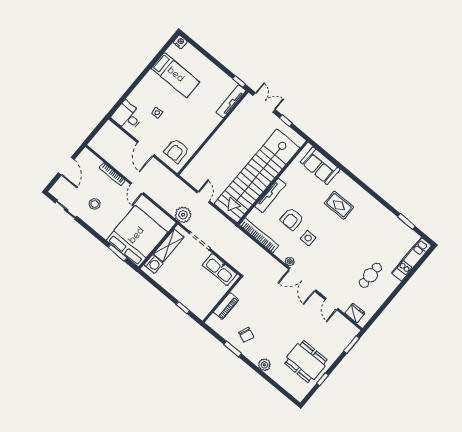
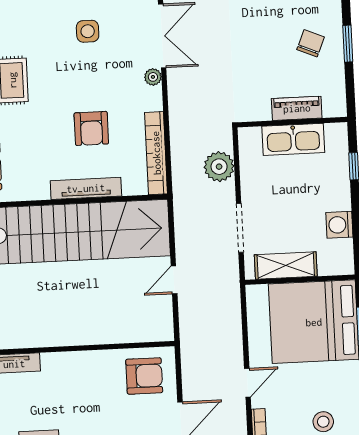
plant: (183, 215) -> (219, 167), moved
armchair: (292, 219) -> (91, 128), turned 90
side table: (308, 238) -> (88, 31), moved
washing machine: (154, 264) -> (339, 225), moved, turned -90
kitchen sink: (220, 270) -> (293, 139), moved, turned 90

